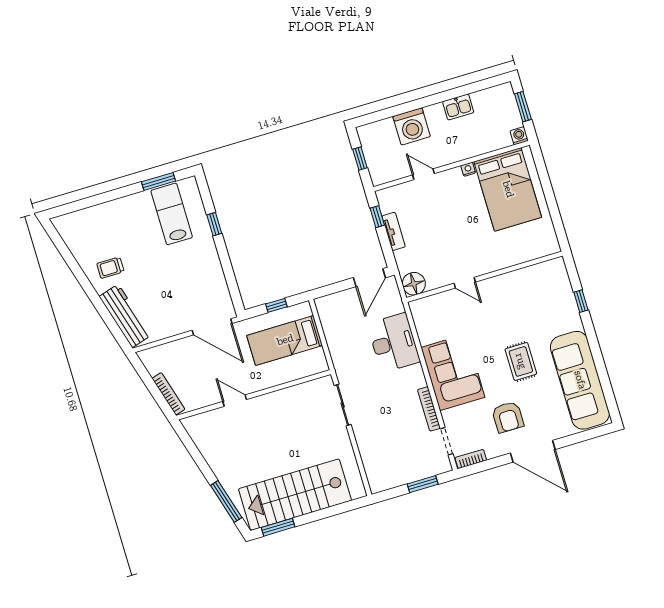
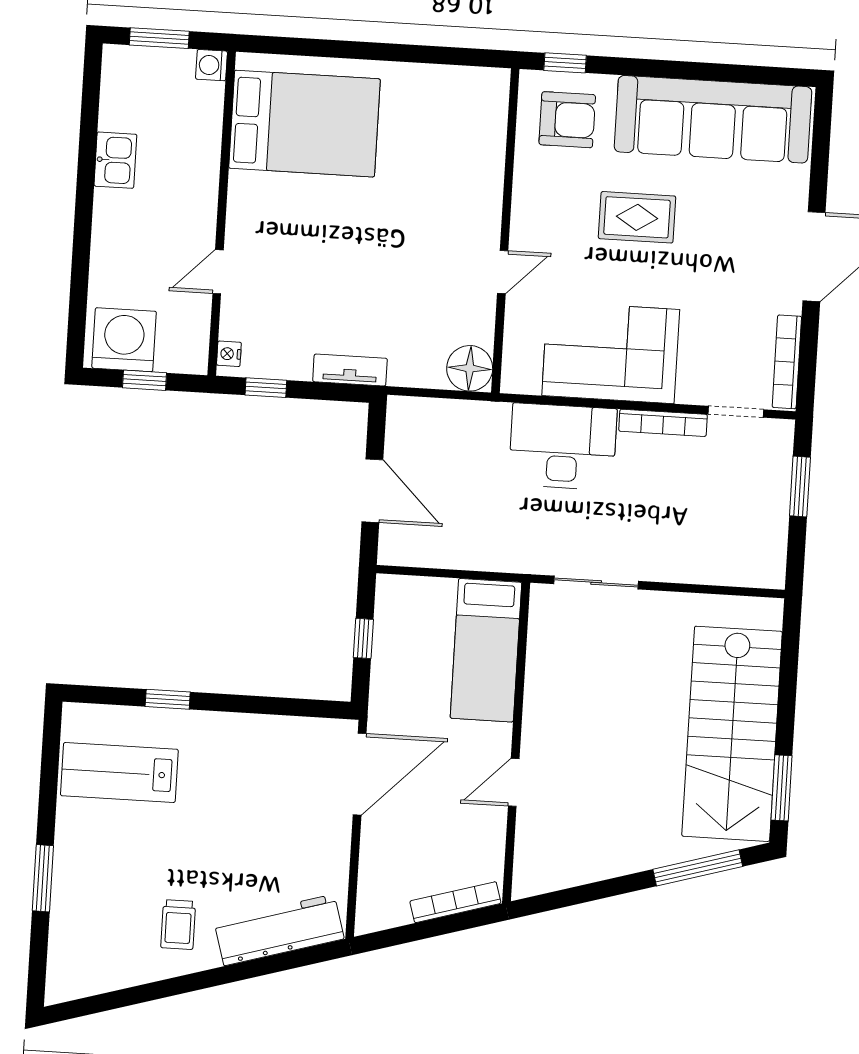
washing machine: (412, 126) -> (124, 340), moved, turned -90
nightstand: (468, 169) -> (229, 354), moved
window: (159, 181) -> (43, 878), moved
tv unit: (394, 231) -> (350, 370), moved
wall: (484, 277) -> (505, 231), moved
door: (369, 278) -> (372, 491), moved
door: (465, 283) -> (503, 272), moved
floor lamp: (414, 284) -> (470, 368), moved
bed: (285, 340) -> (486, 650), moved
desk: (394, 343) -> (563, 447), moved
armchair: (508, 417) -> (567, 120), moved
bookcase: (471, 459) -> (787, 362), width x1.56

